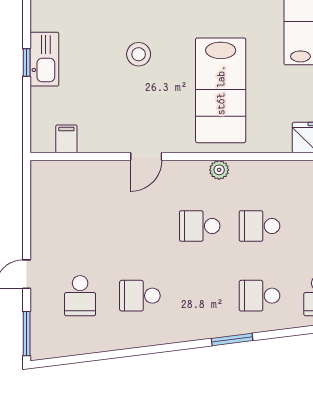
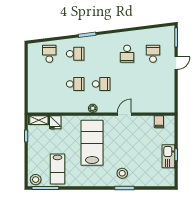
stool: (139, 54) -> (122, 173), moved
school desk: (140, 296) -> (127, 54), turned 90

